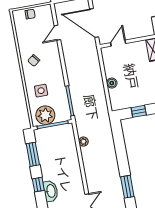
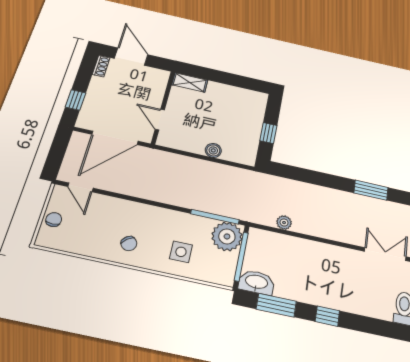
door: (57, 33) -> (80, 187), moved
plant: (45, 115) -> (227, 236), moved
washbasin: (51, 191) -> (256, 282), moved

